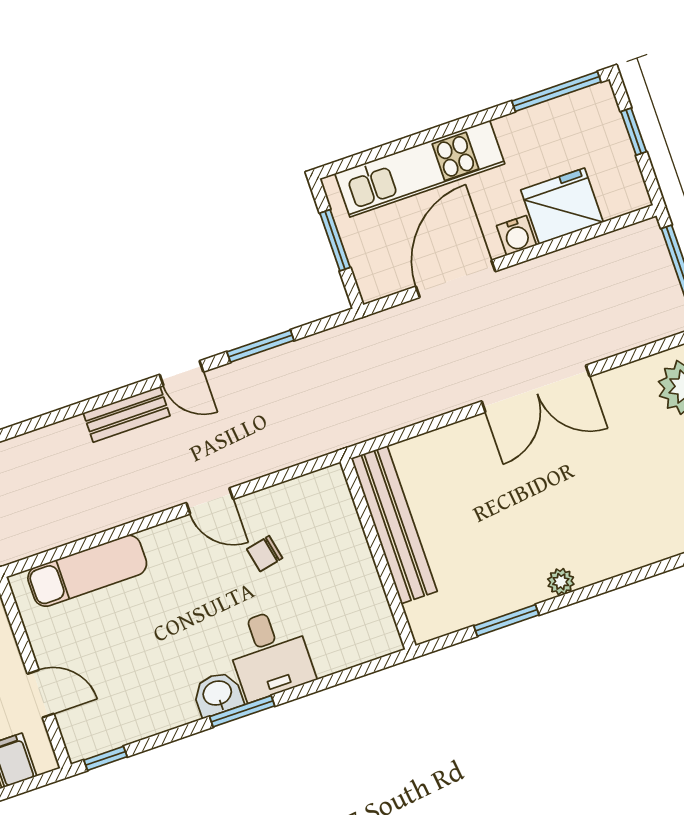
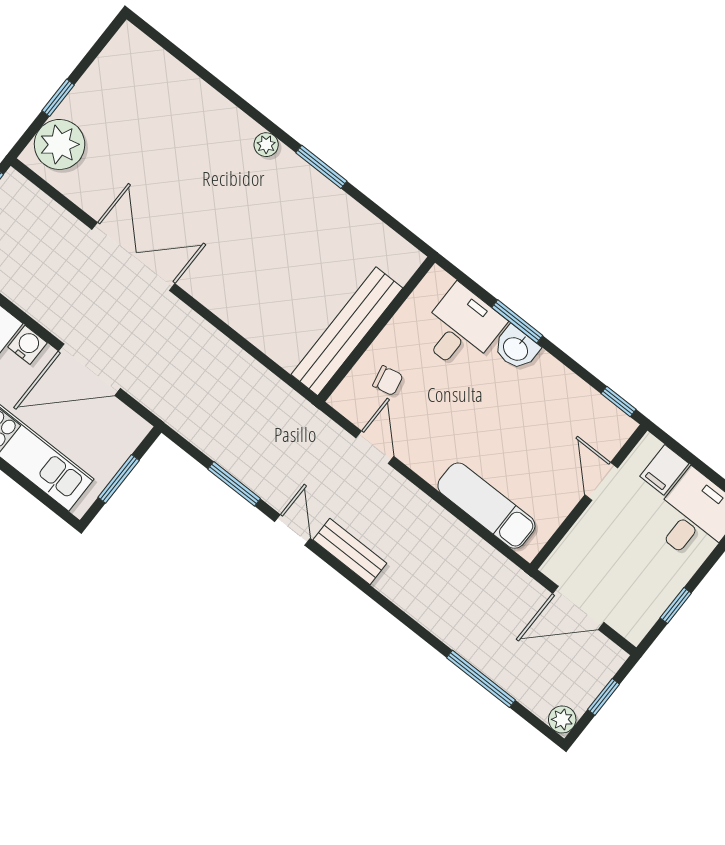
bench: (394, 525) -> (347, 331), moved
wall: (378, 554) -> (376, 329), moved

